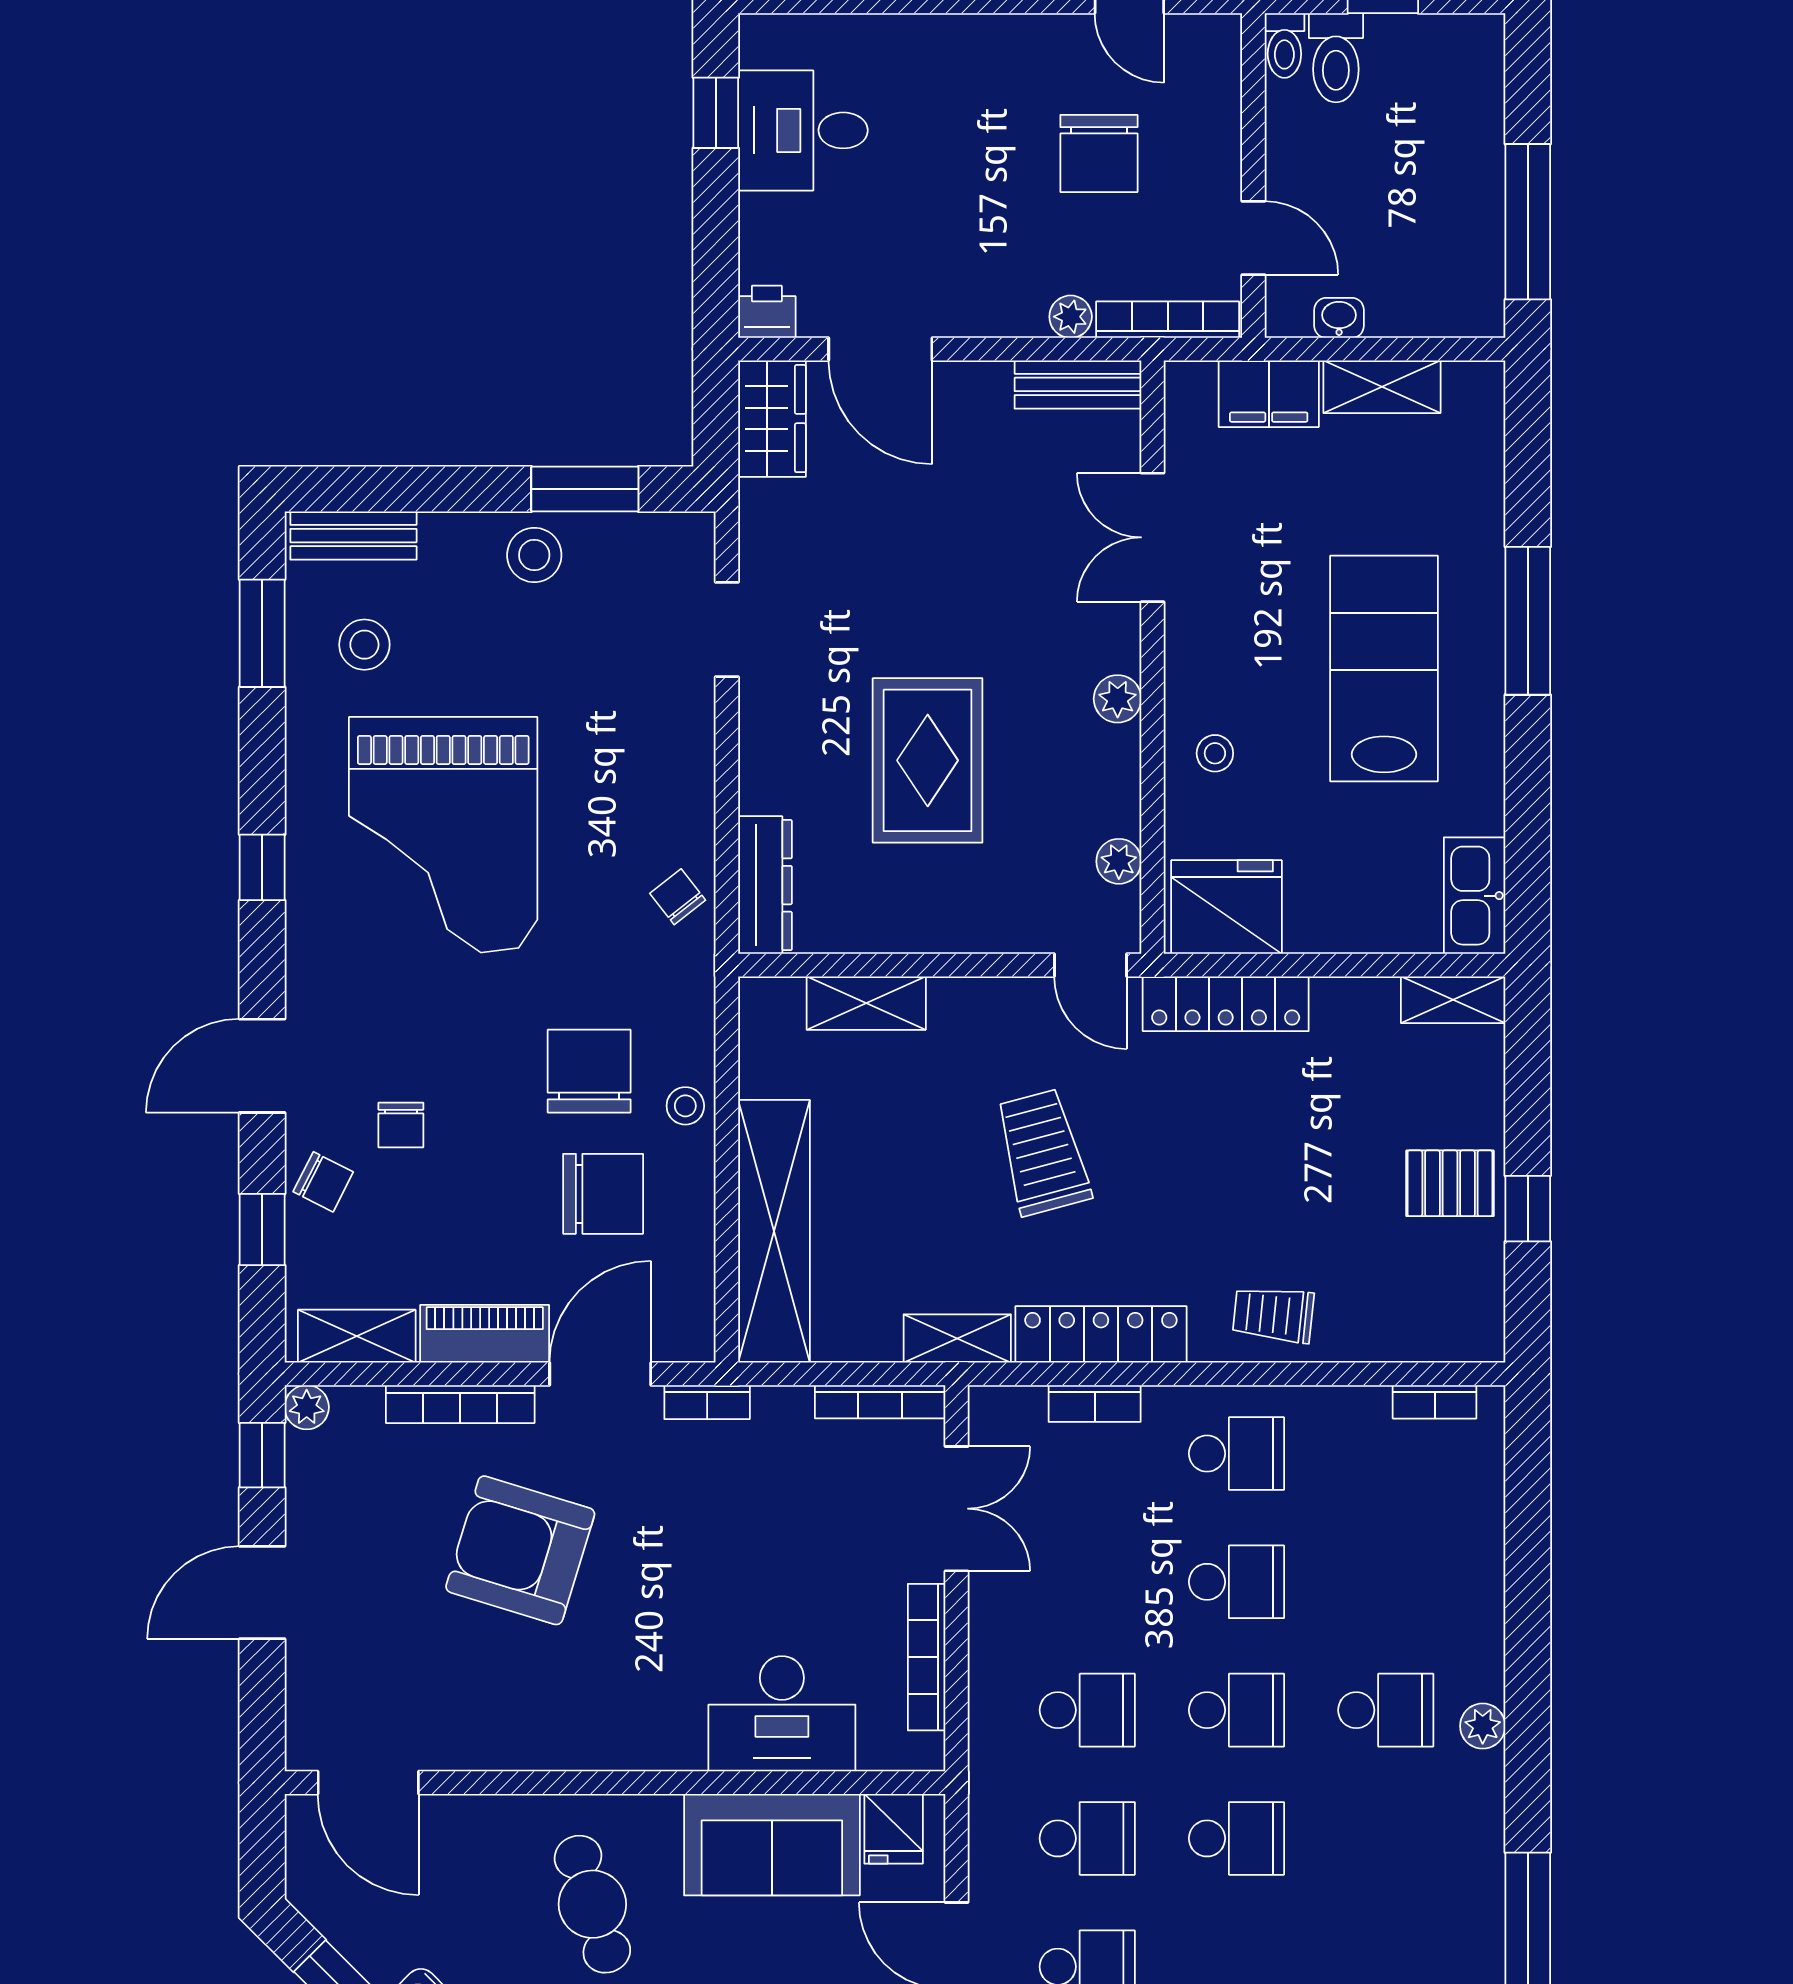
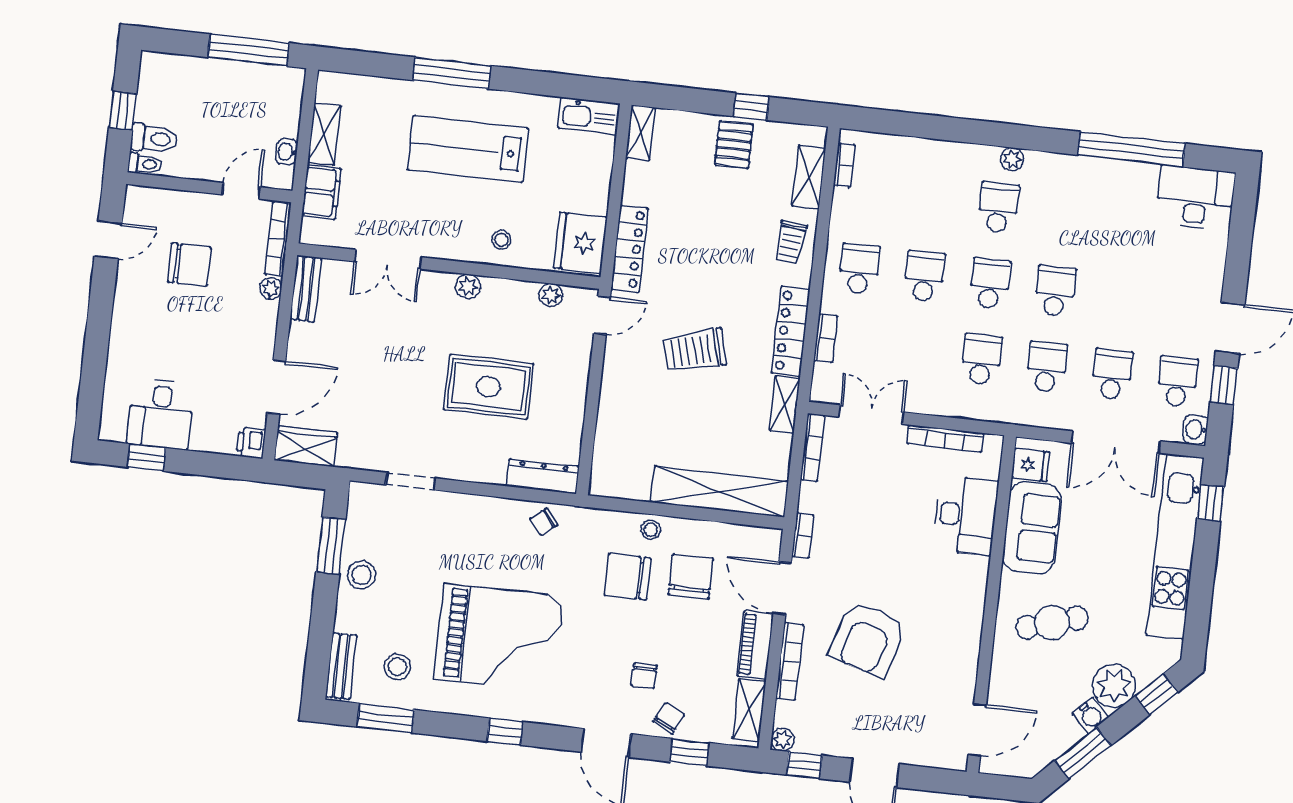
shelving: (866, 1003) -> (809, 177), moved
chair: (401, 1125) -> (644, 676), turned 90

